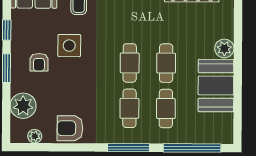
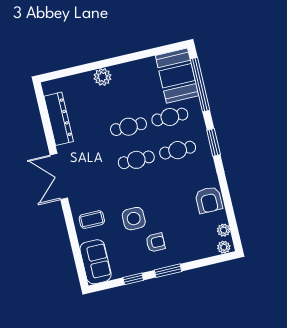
booth: (216, 86) -> (177, 76), moved, turned 90
plant: (23, 106) -> (224, 247), moved, width x0.53, depth x0.53
window: (129, 148) -> (214, 142), width x0.69

